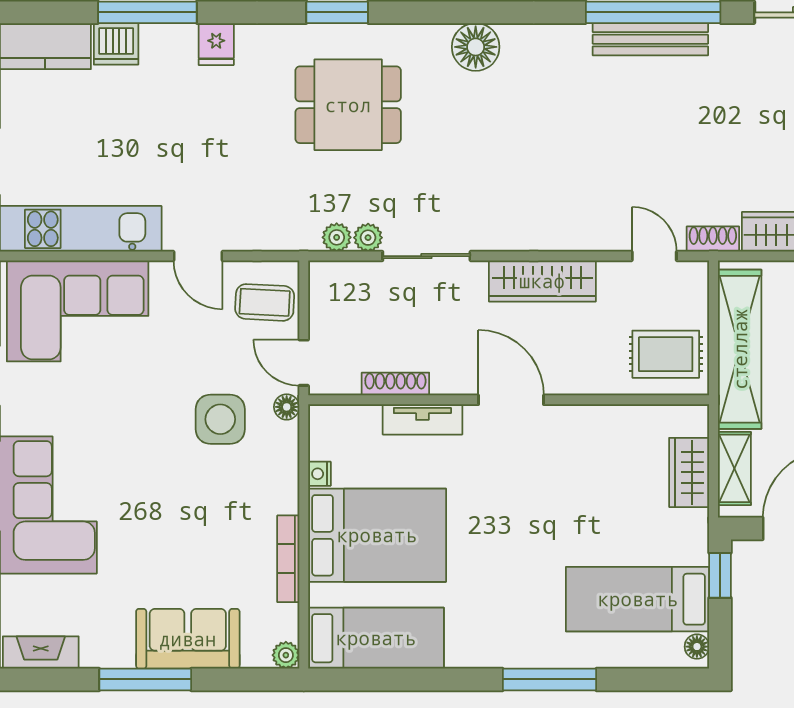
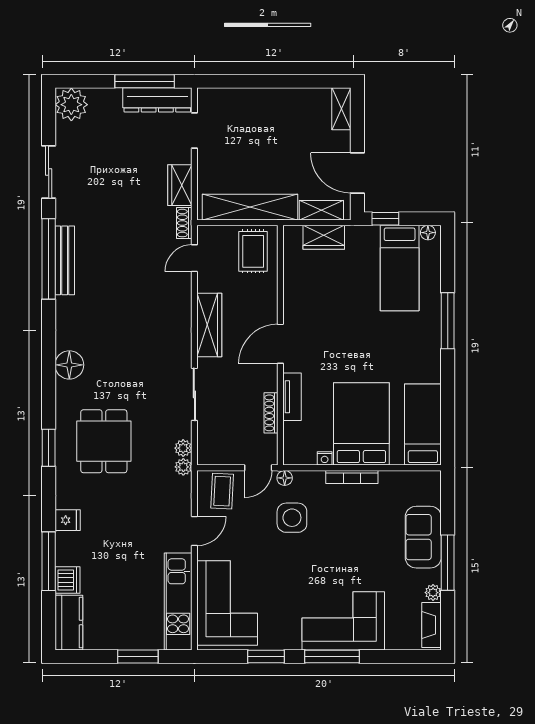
plant: (368, 238) -> (183, 467), moved
bookcase: (288, 559) -> (352, 477), moved
plant: (286, 655) -> (433, 593), moved

